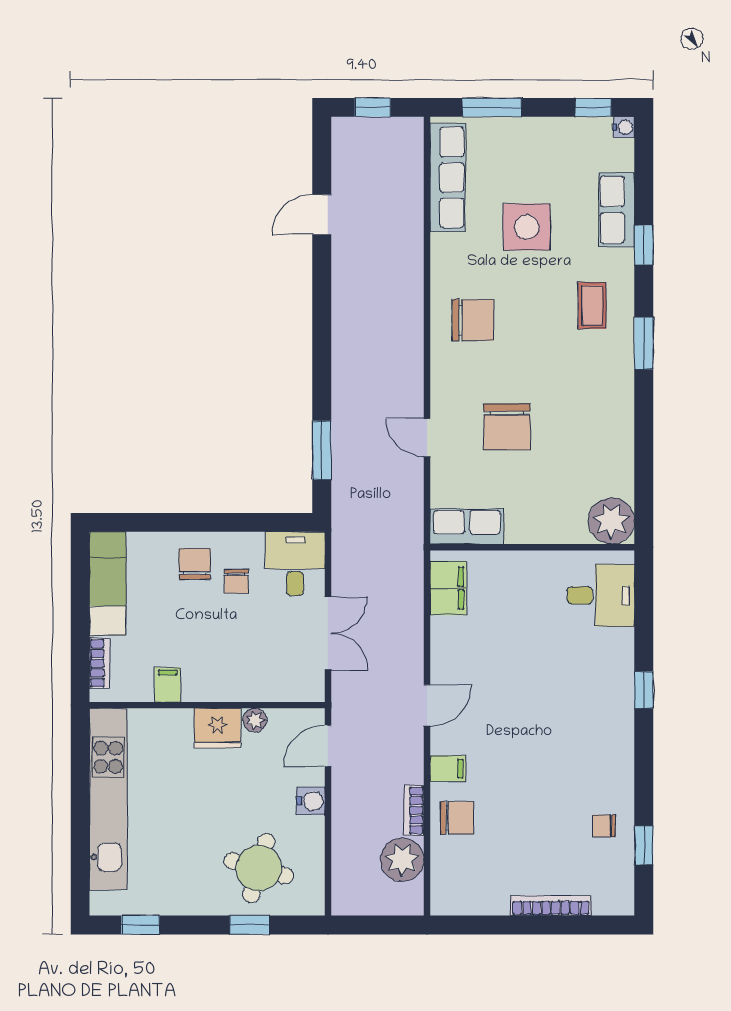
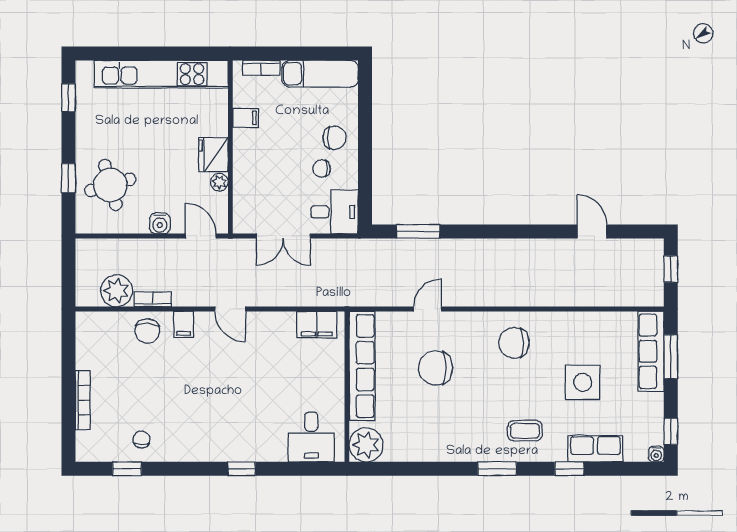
row of seats: (448, 177) -> (651, 351), moved, turned 90
chair: (473, 320) -> (514, 343), turned 90
row of seats: (467, 526) -> (362, 366), width x2.02
round table: (259, 868) -> (110, 185), turned -32

